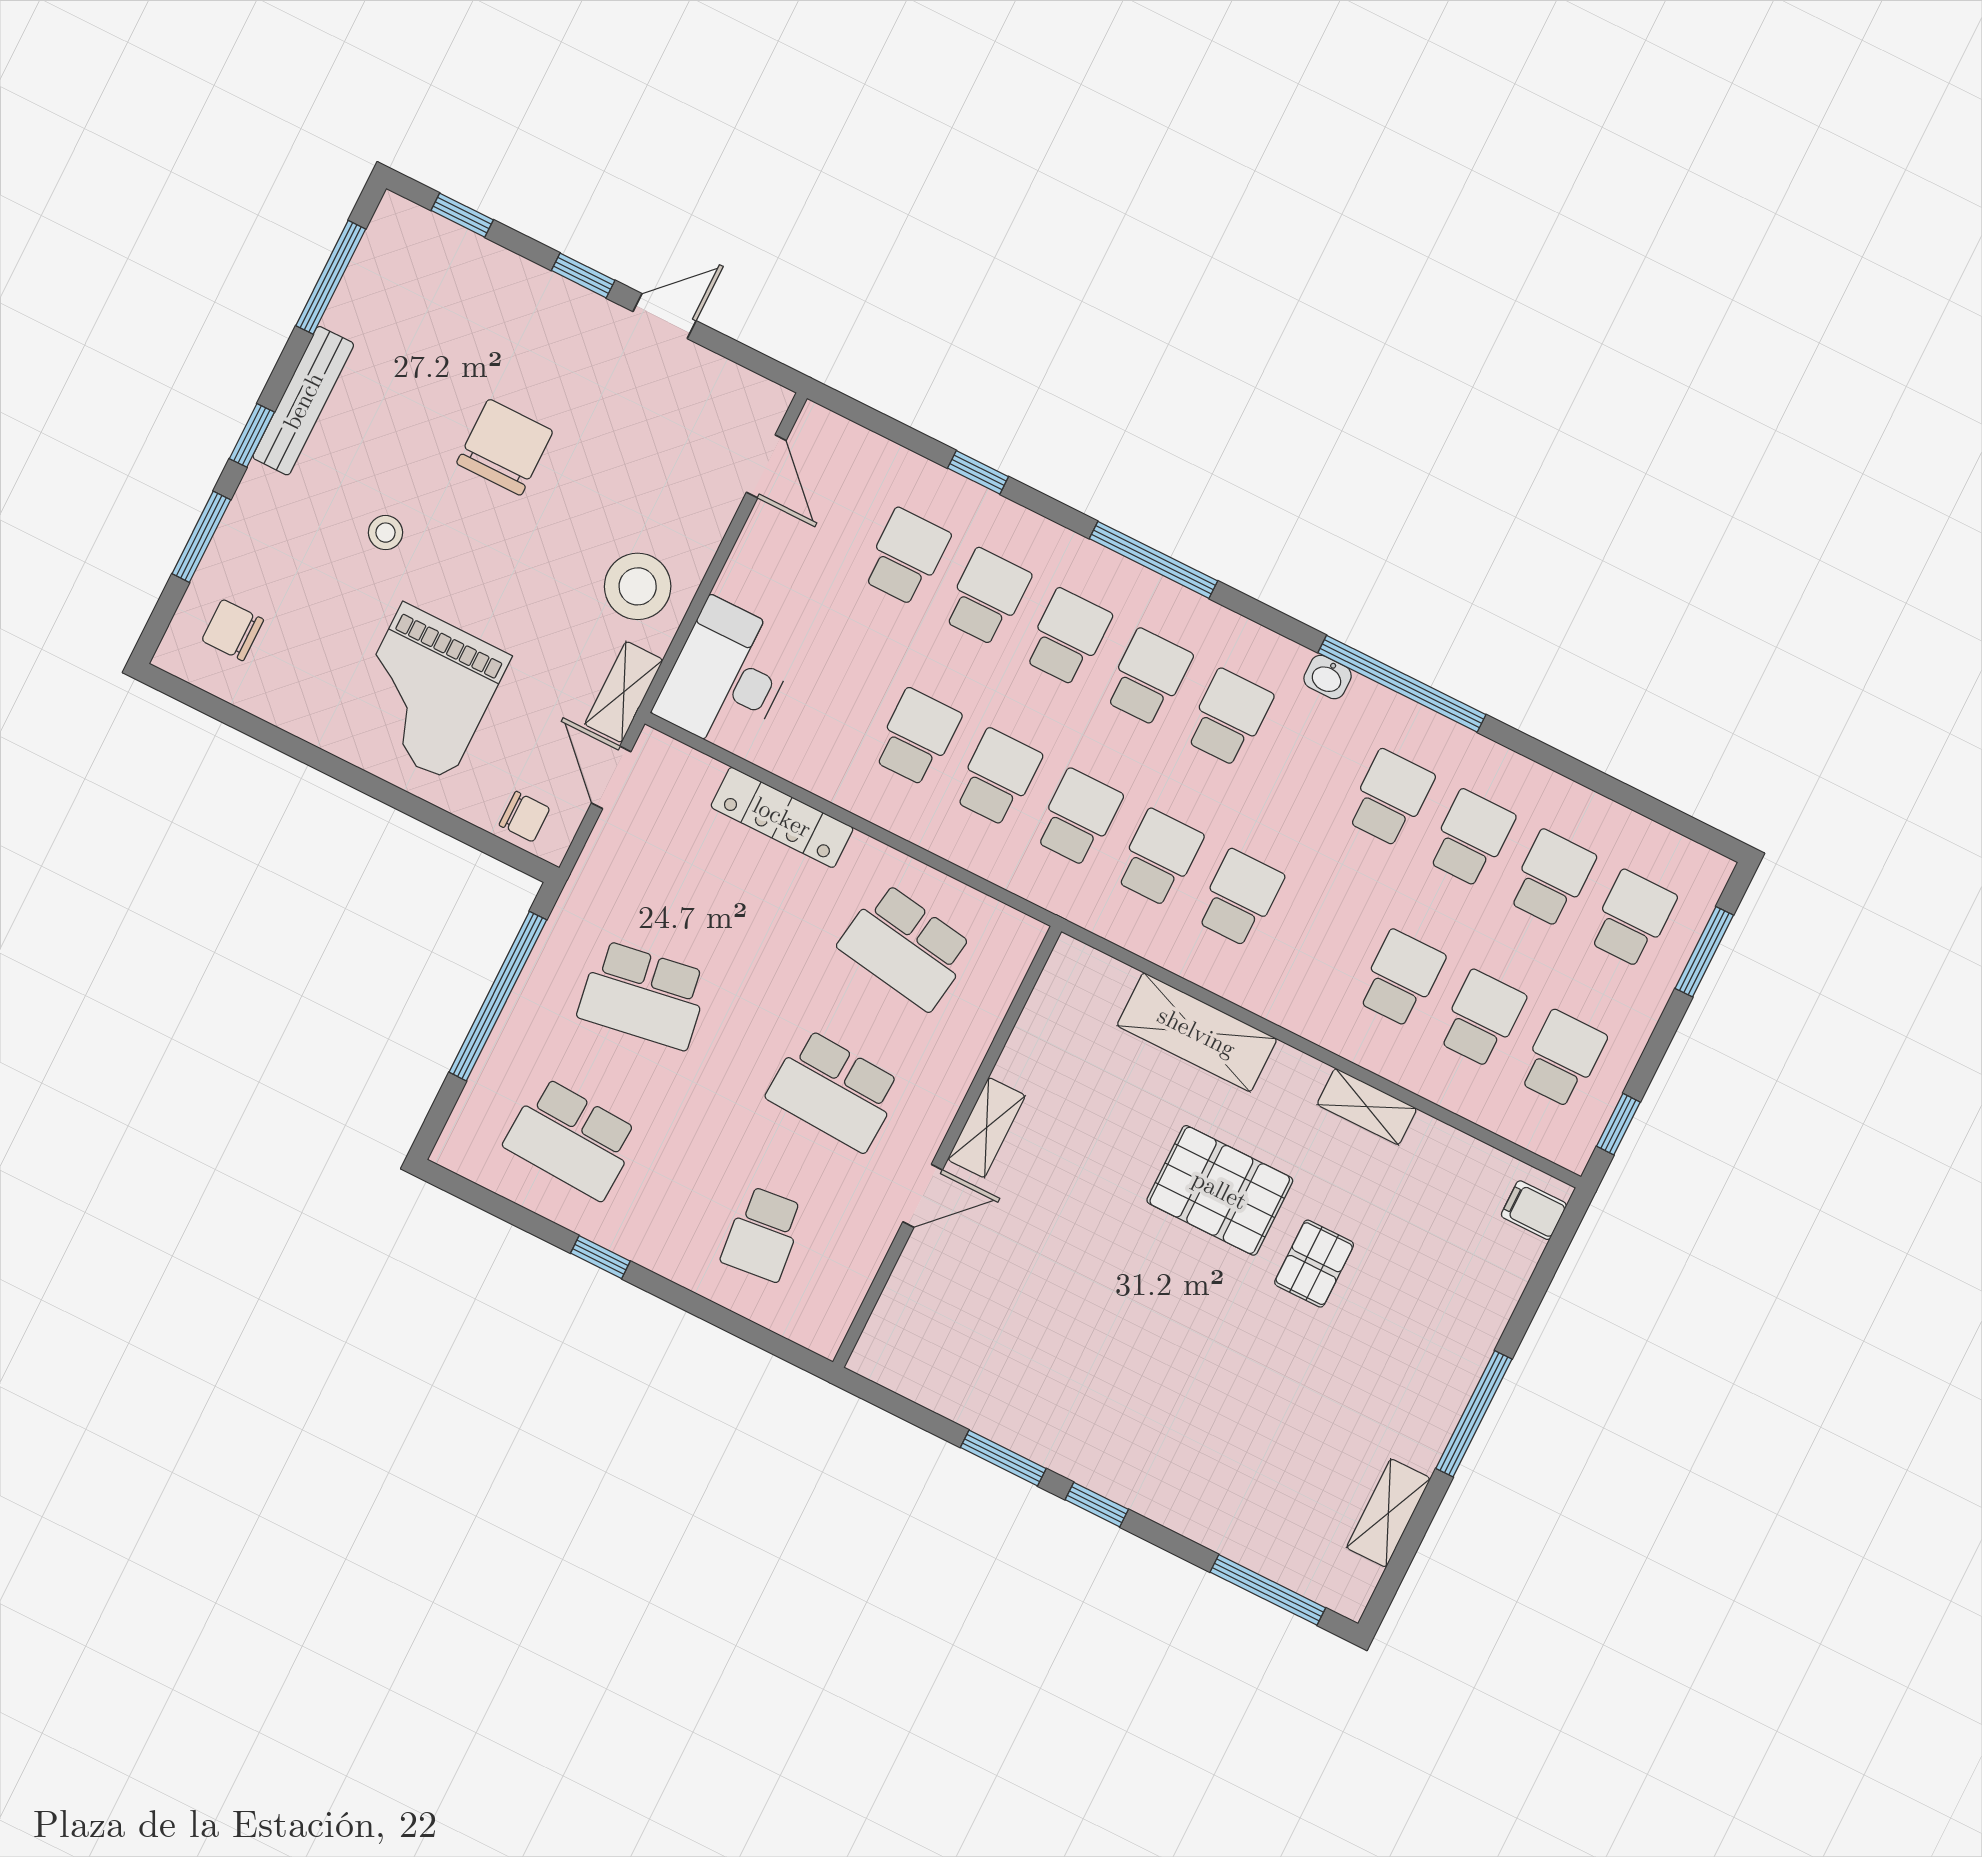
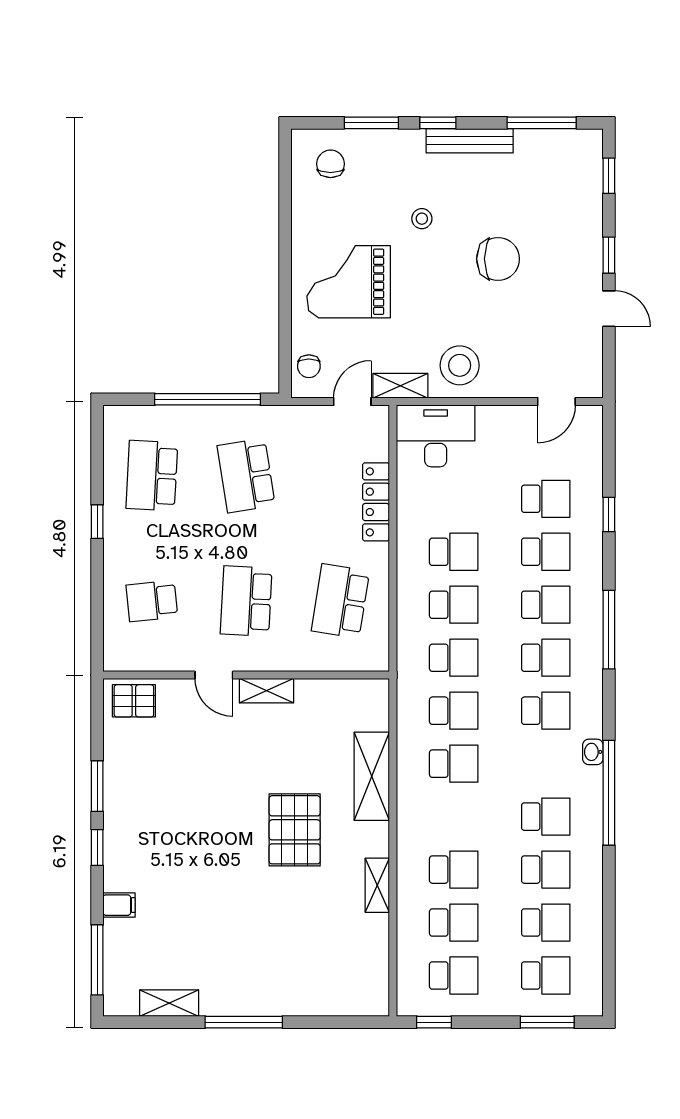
filing cabinet: (1534, 1210) -> (119, 905), moved, turned 90
pallet: (1314, 1264) -> (134, 701), moved

